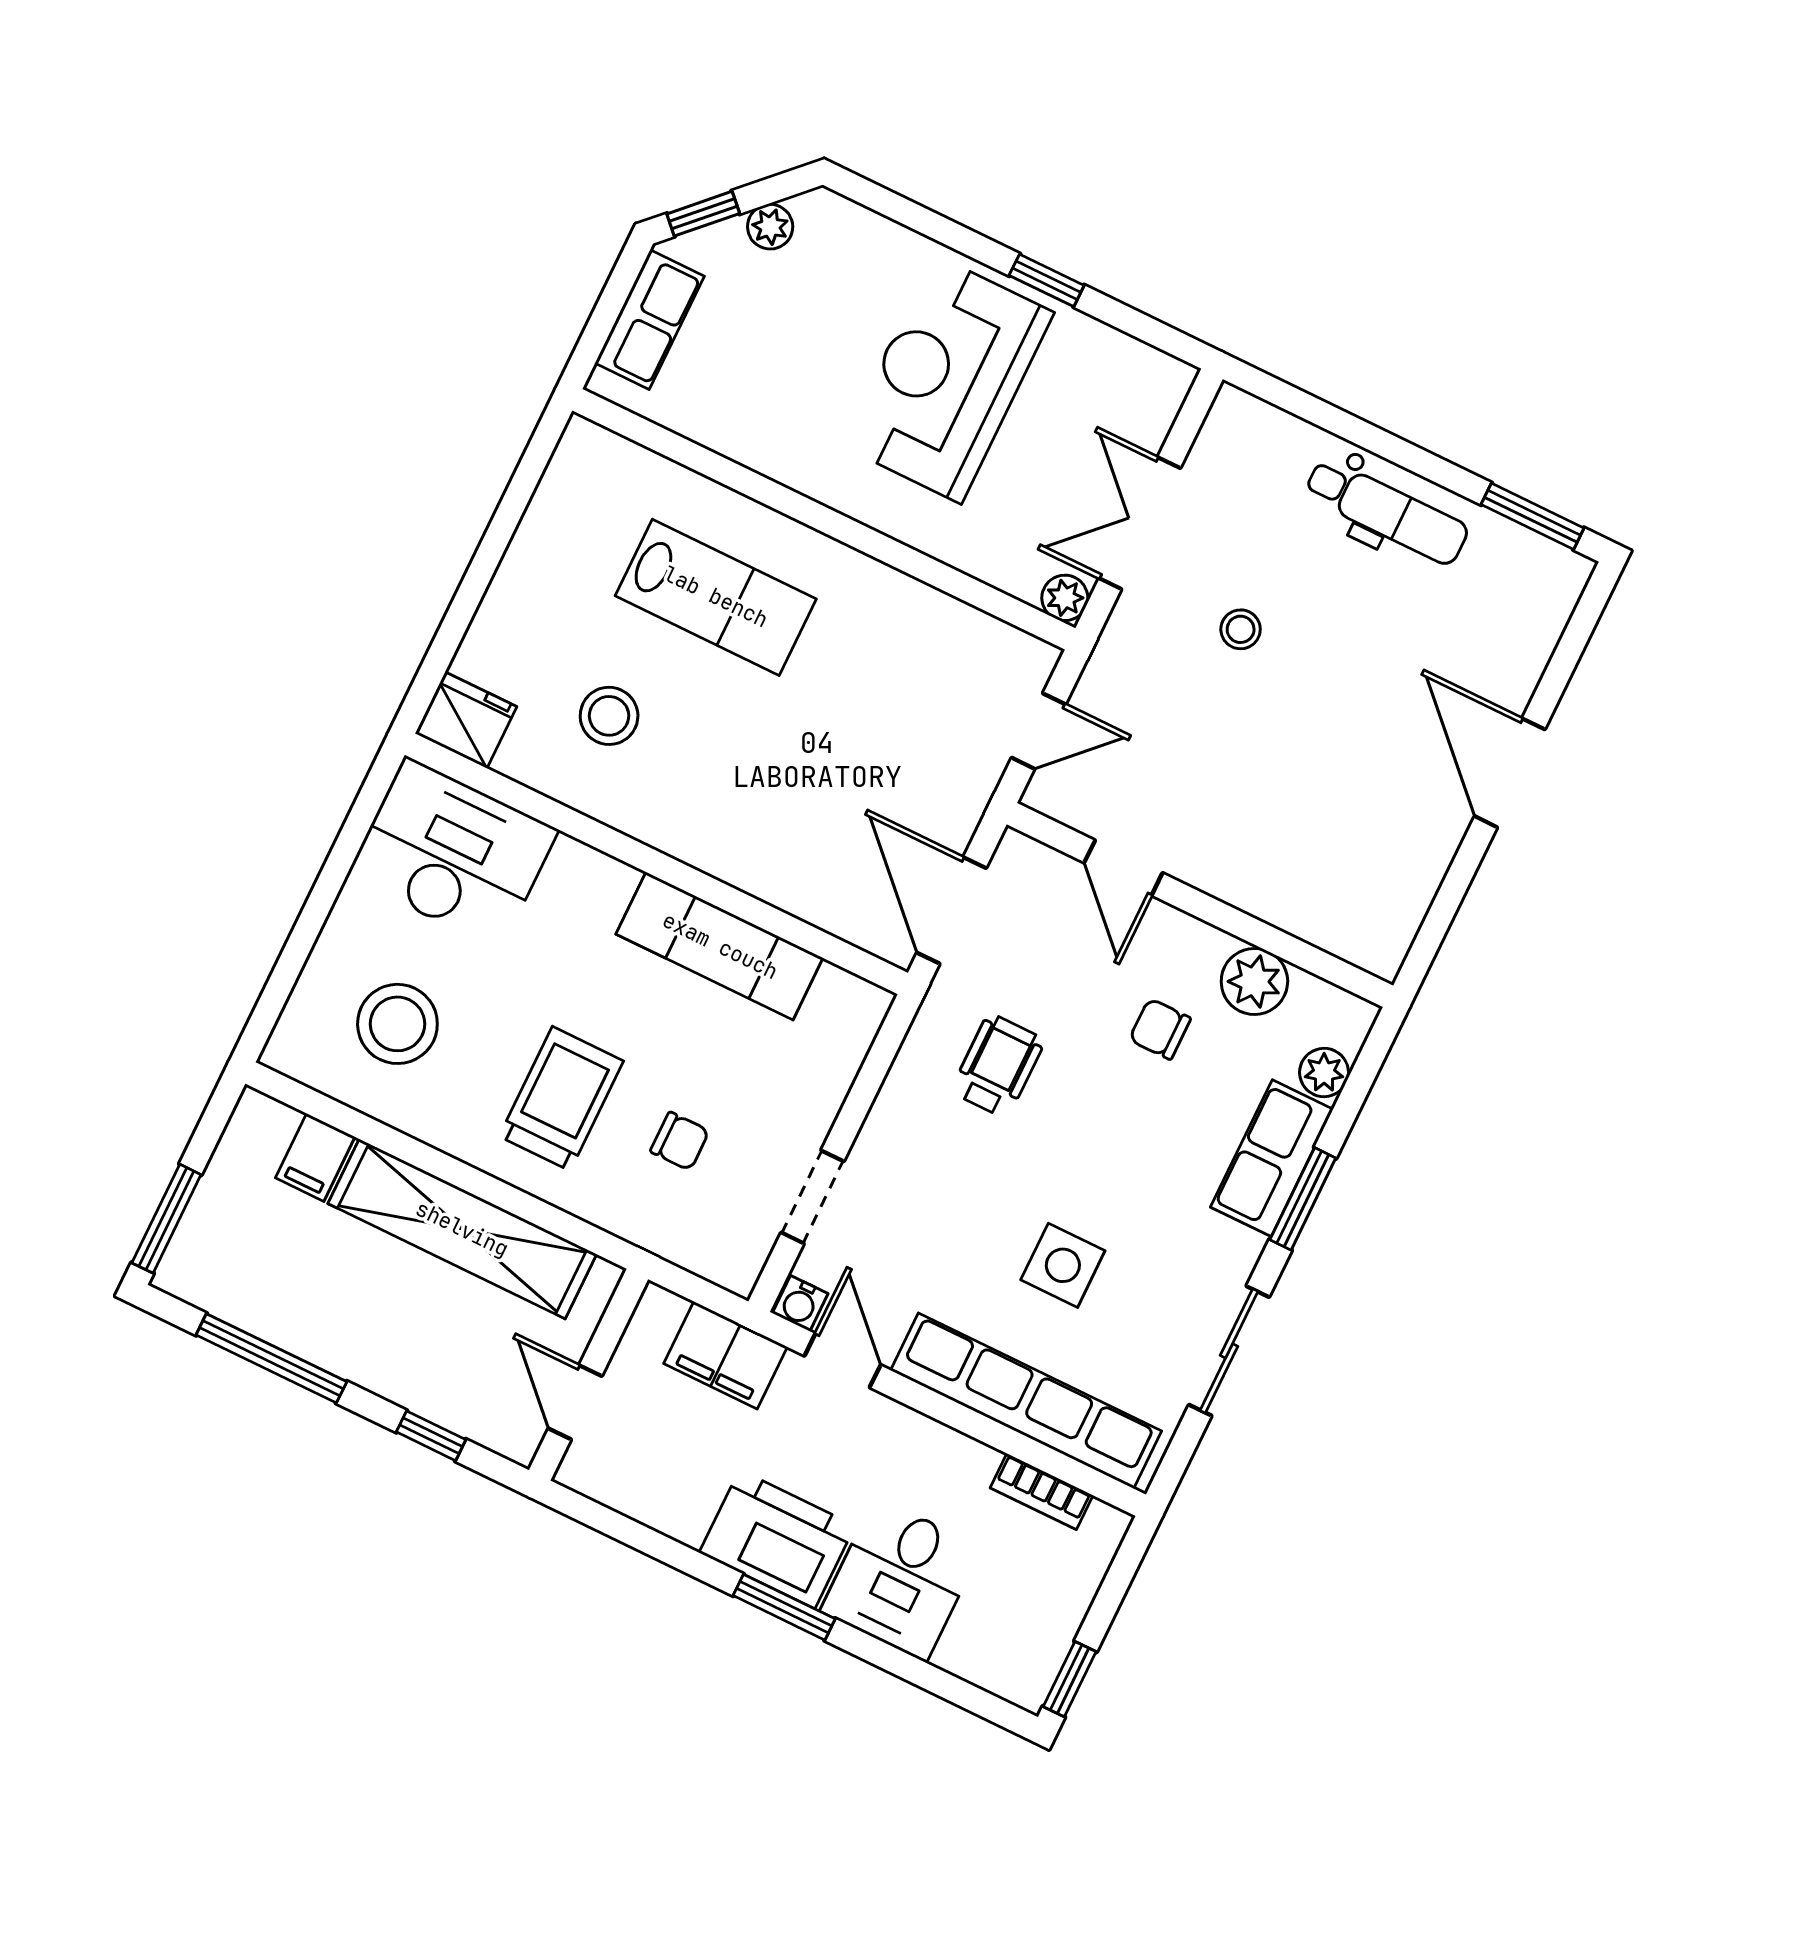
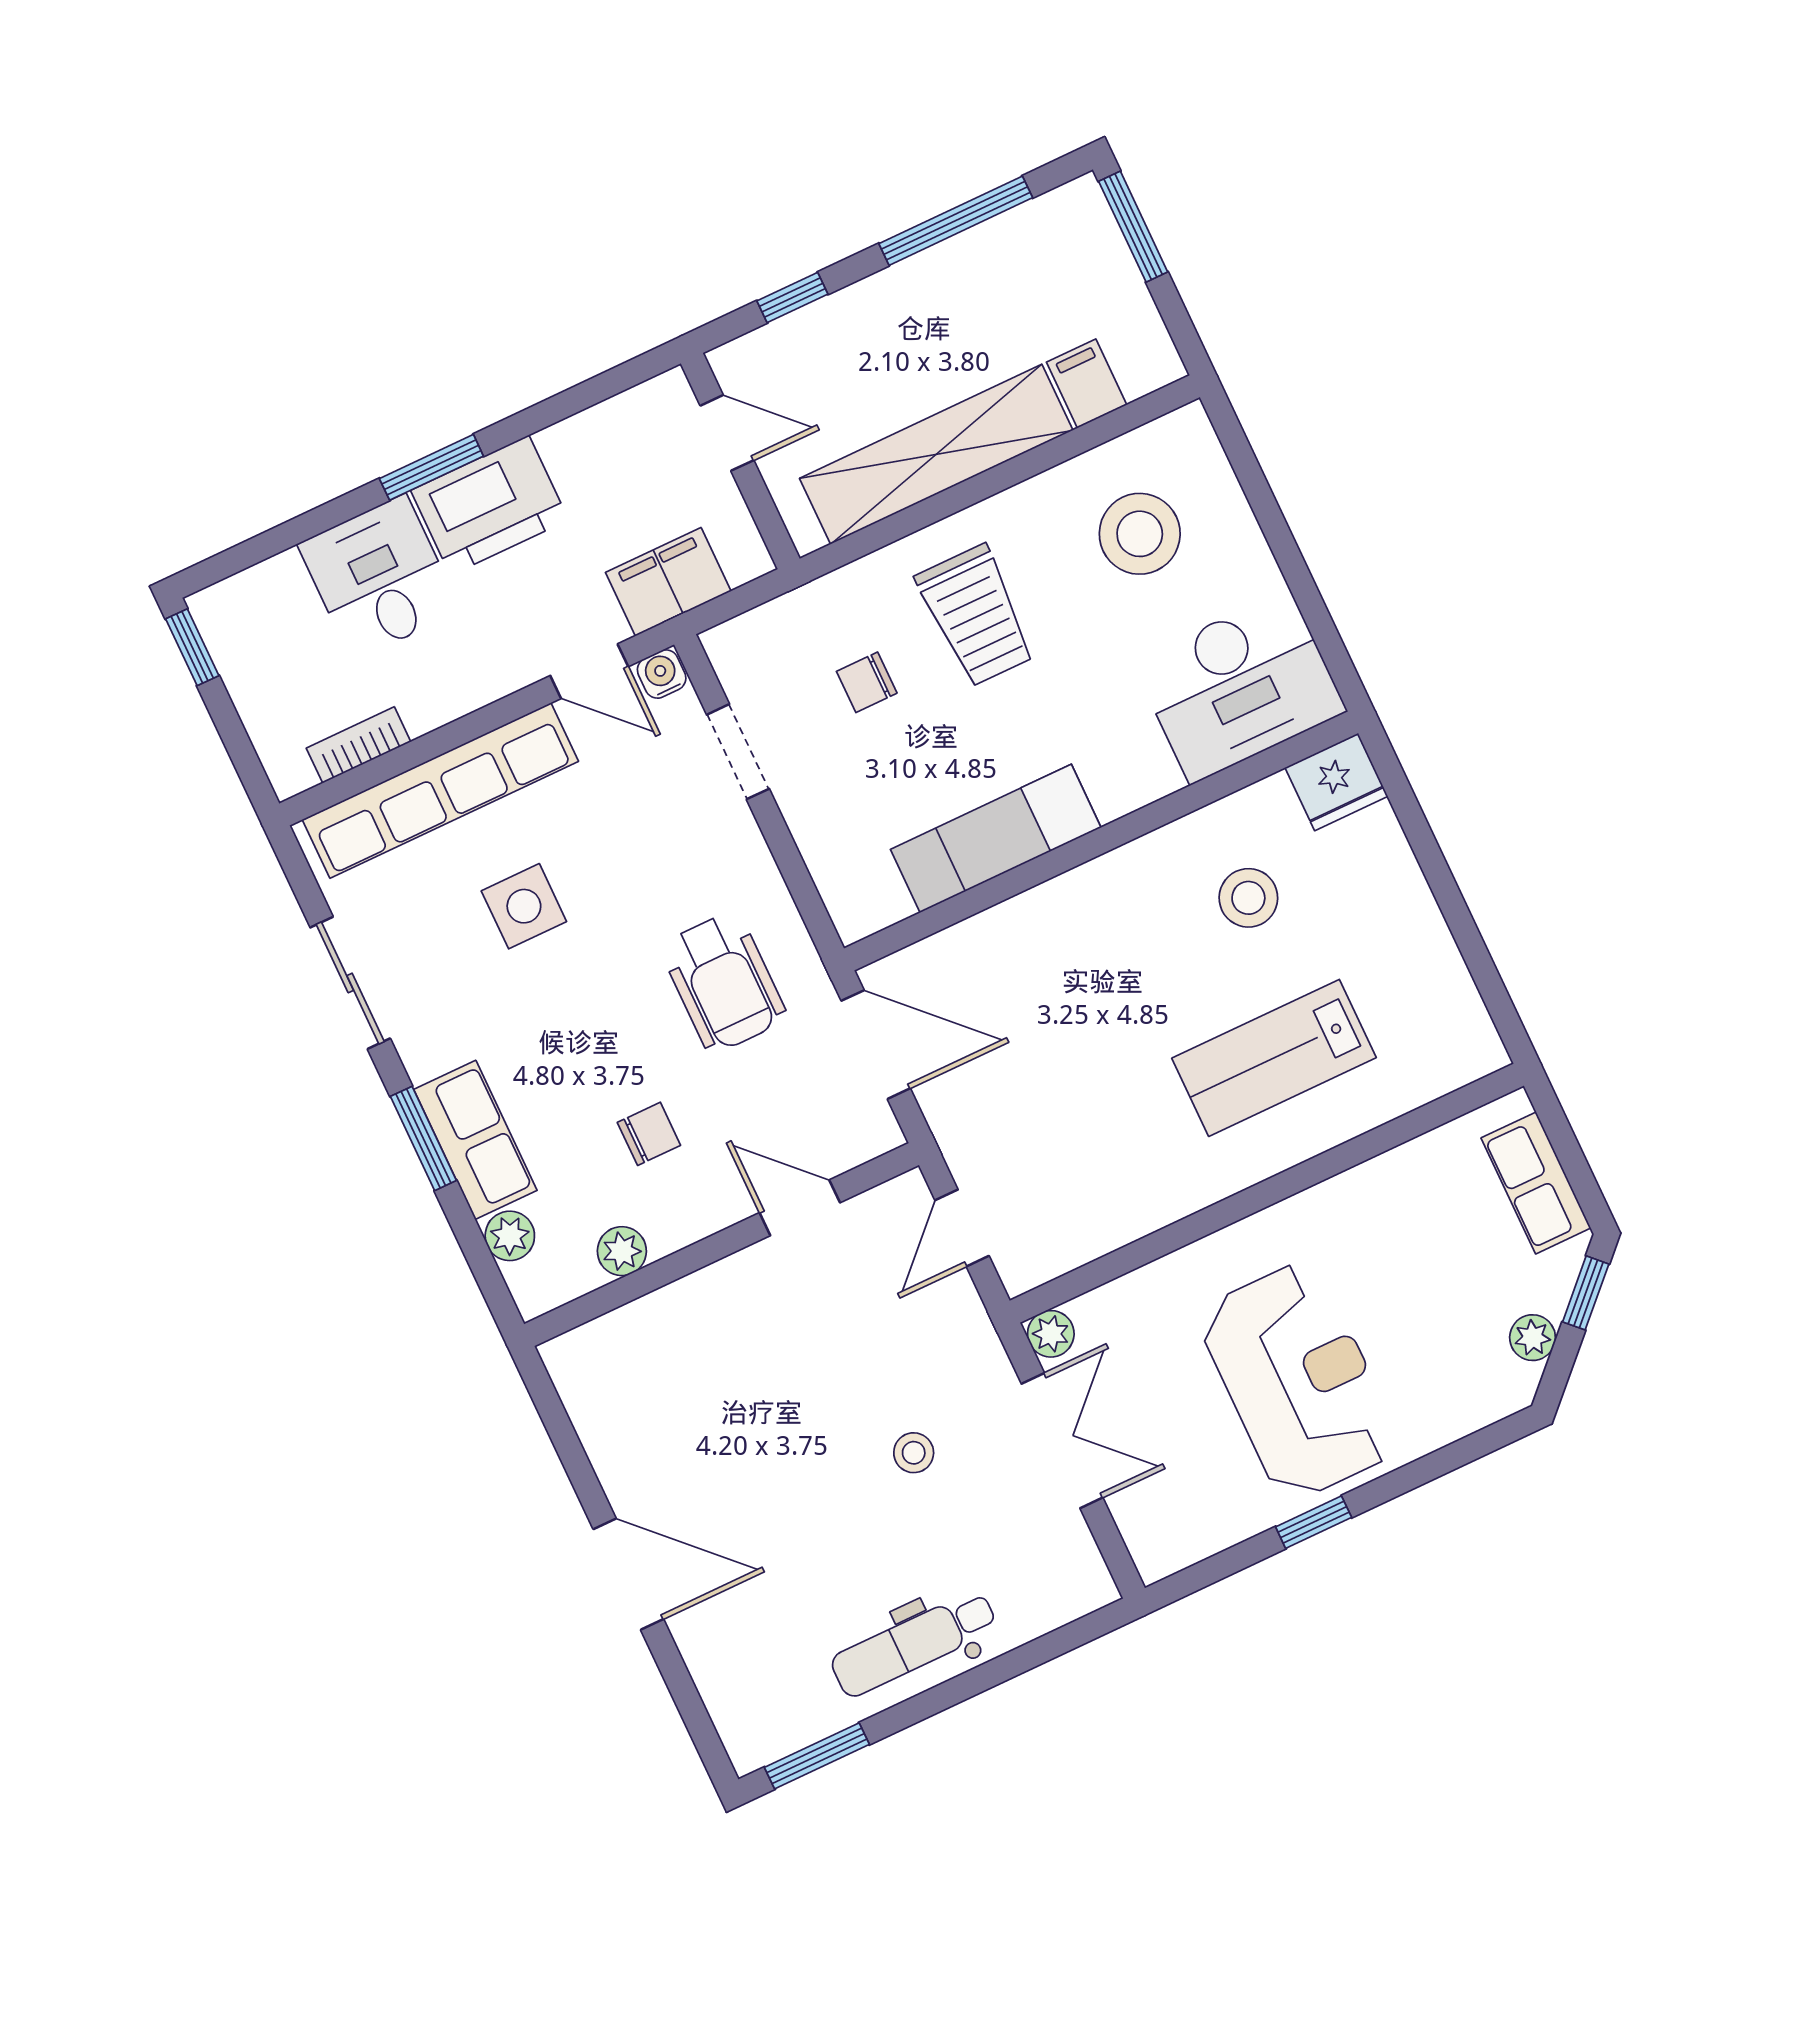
plant: (1254, 981) -> (622, 1251), width x0.73, depth x0.73
wheelchair: (998, 1066) -> (723, 982), width x1.36, depth x1.37

